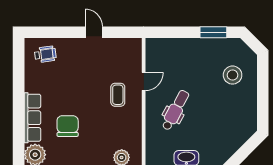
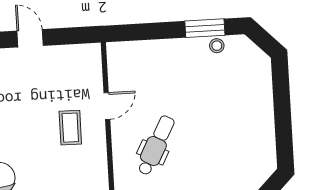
stool: (233, 75) -> (217, 46), moved, width x0.53, depth x0.53

